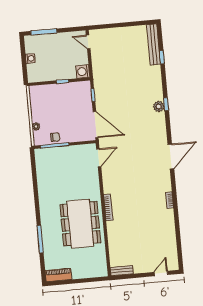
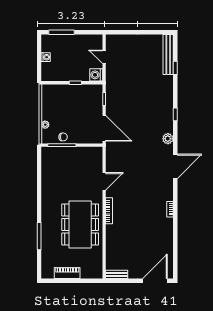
door: (88, 42) -> (104, 57), moved
plant: (159, 106) -> (168, 139), moved
door: (99, 158) -> (104, 181), moved
door: (161, 273) -> (155, 281), width x1.87
piano: (58, 275) -> (67, 273), moved

